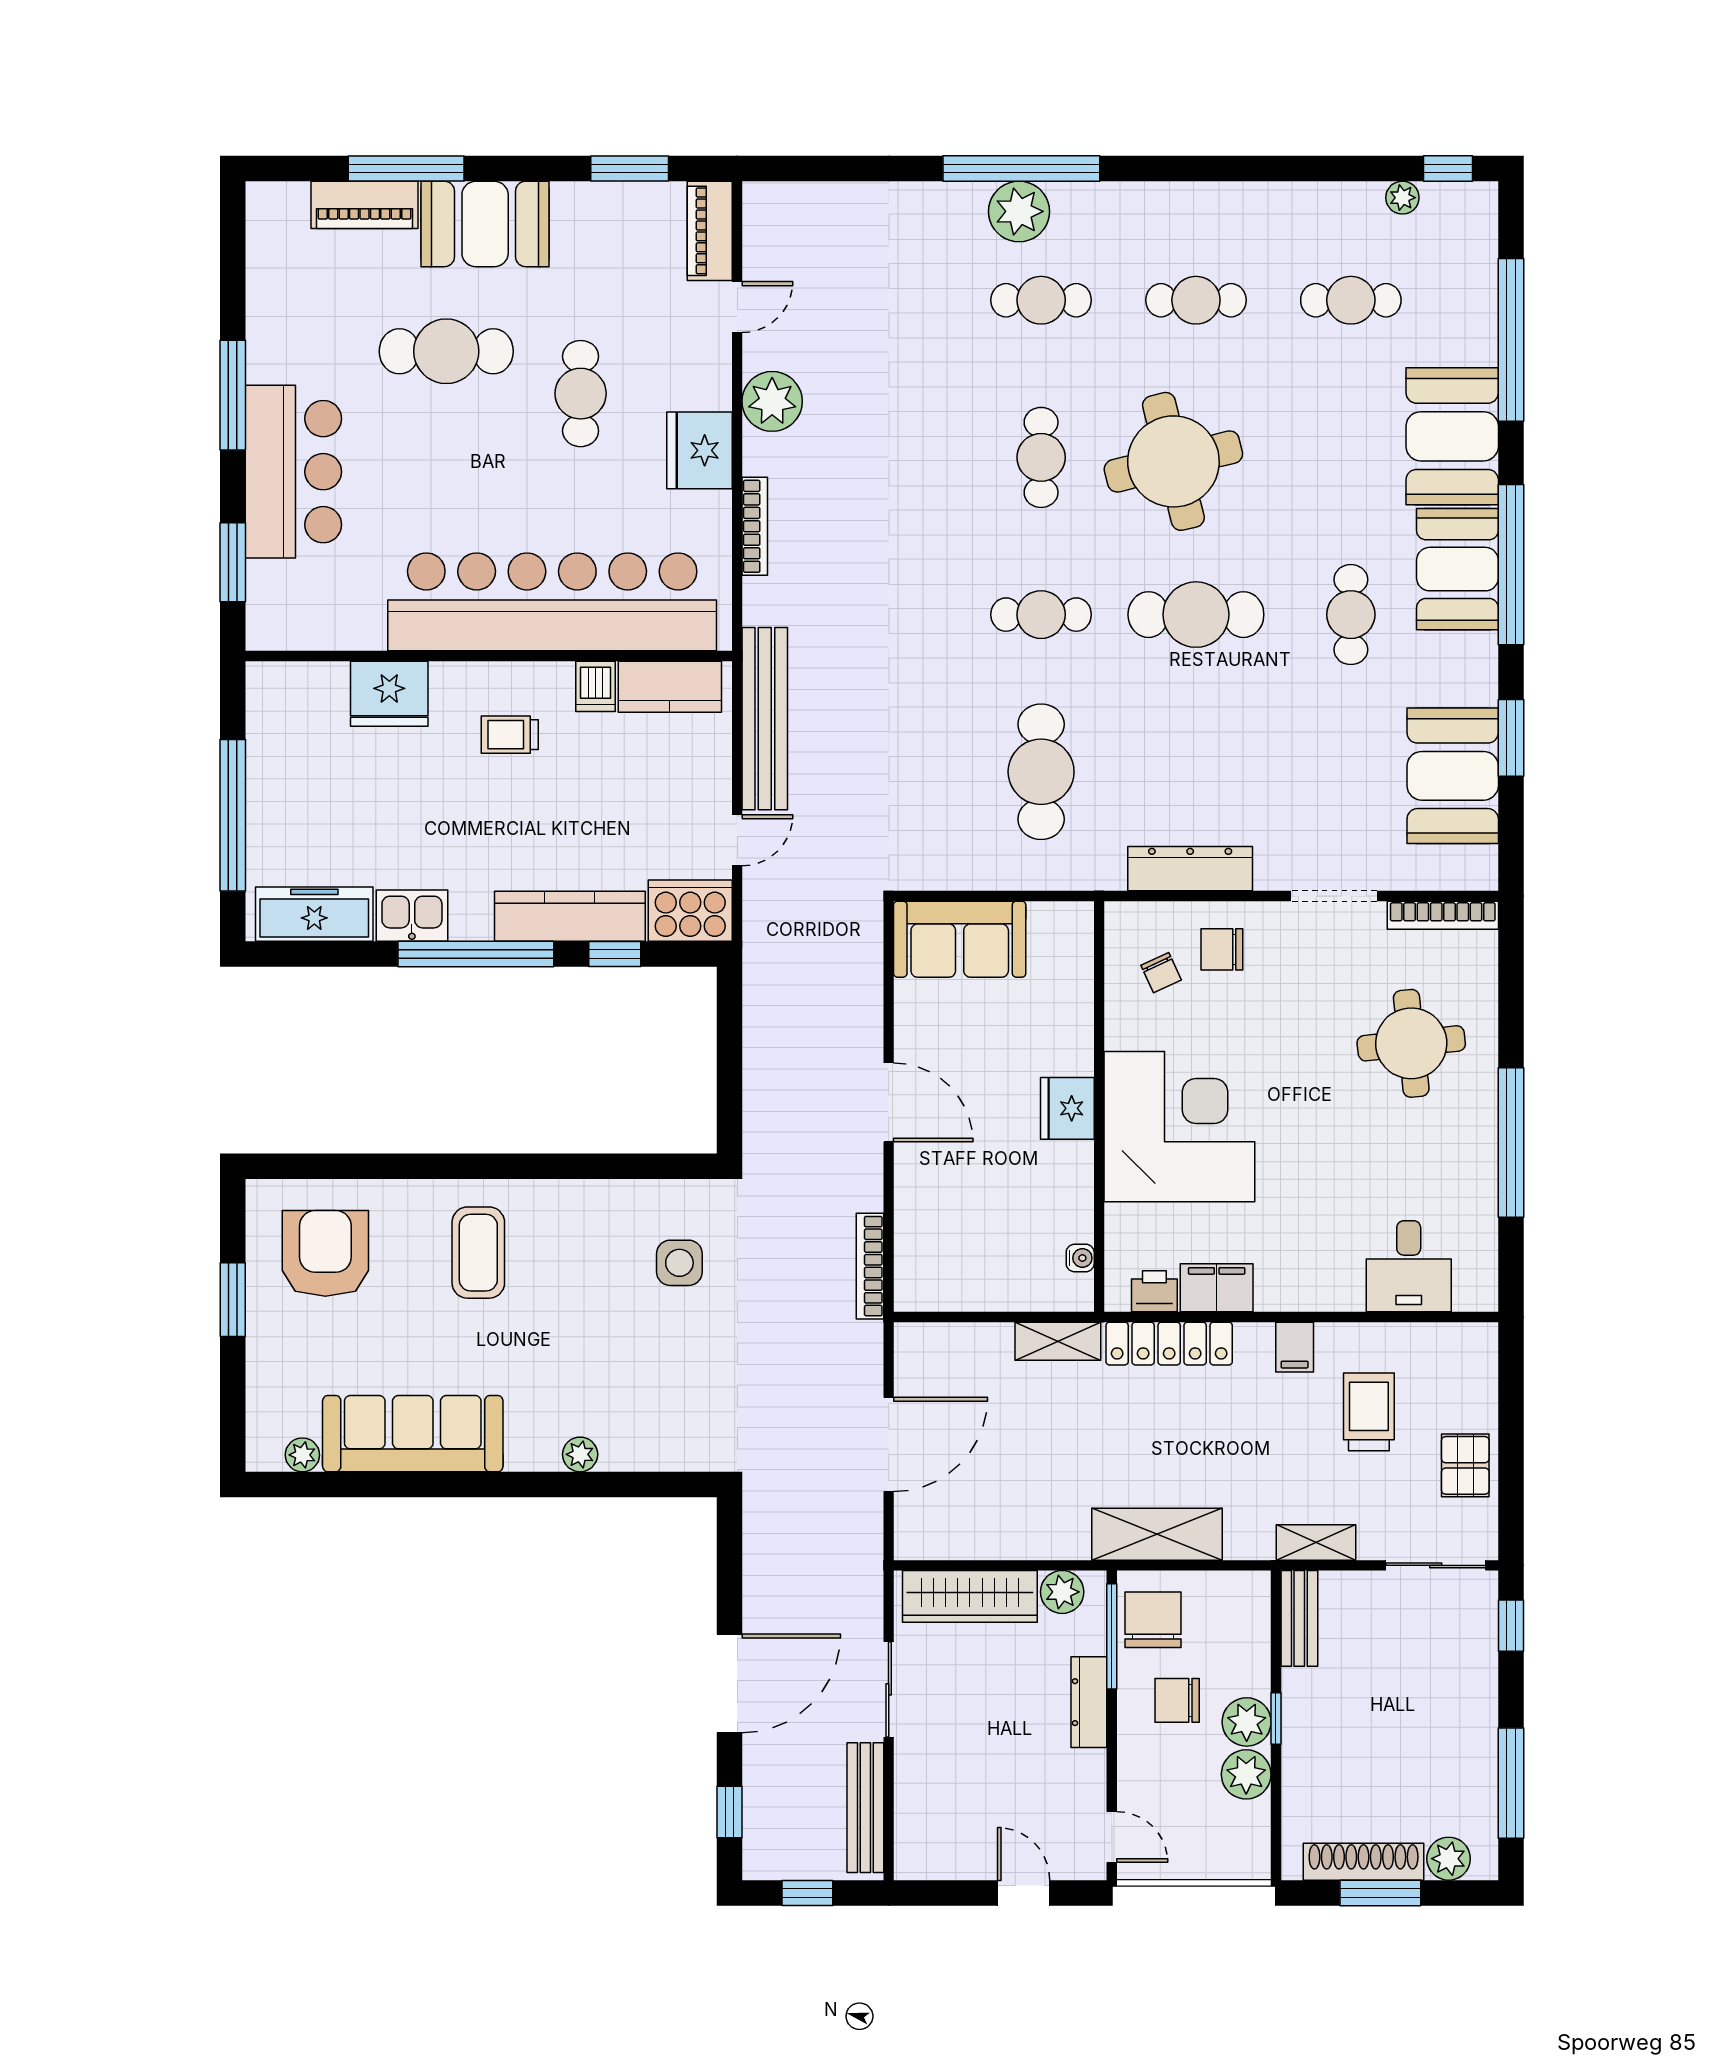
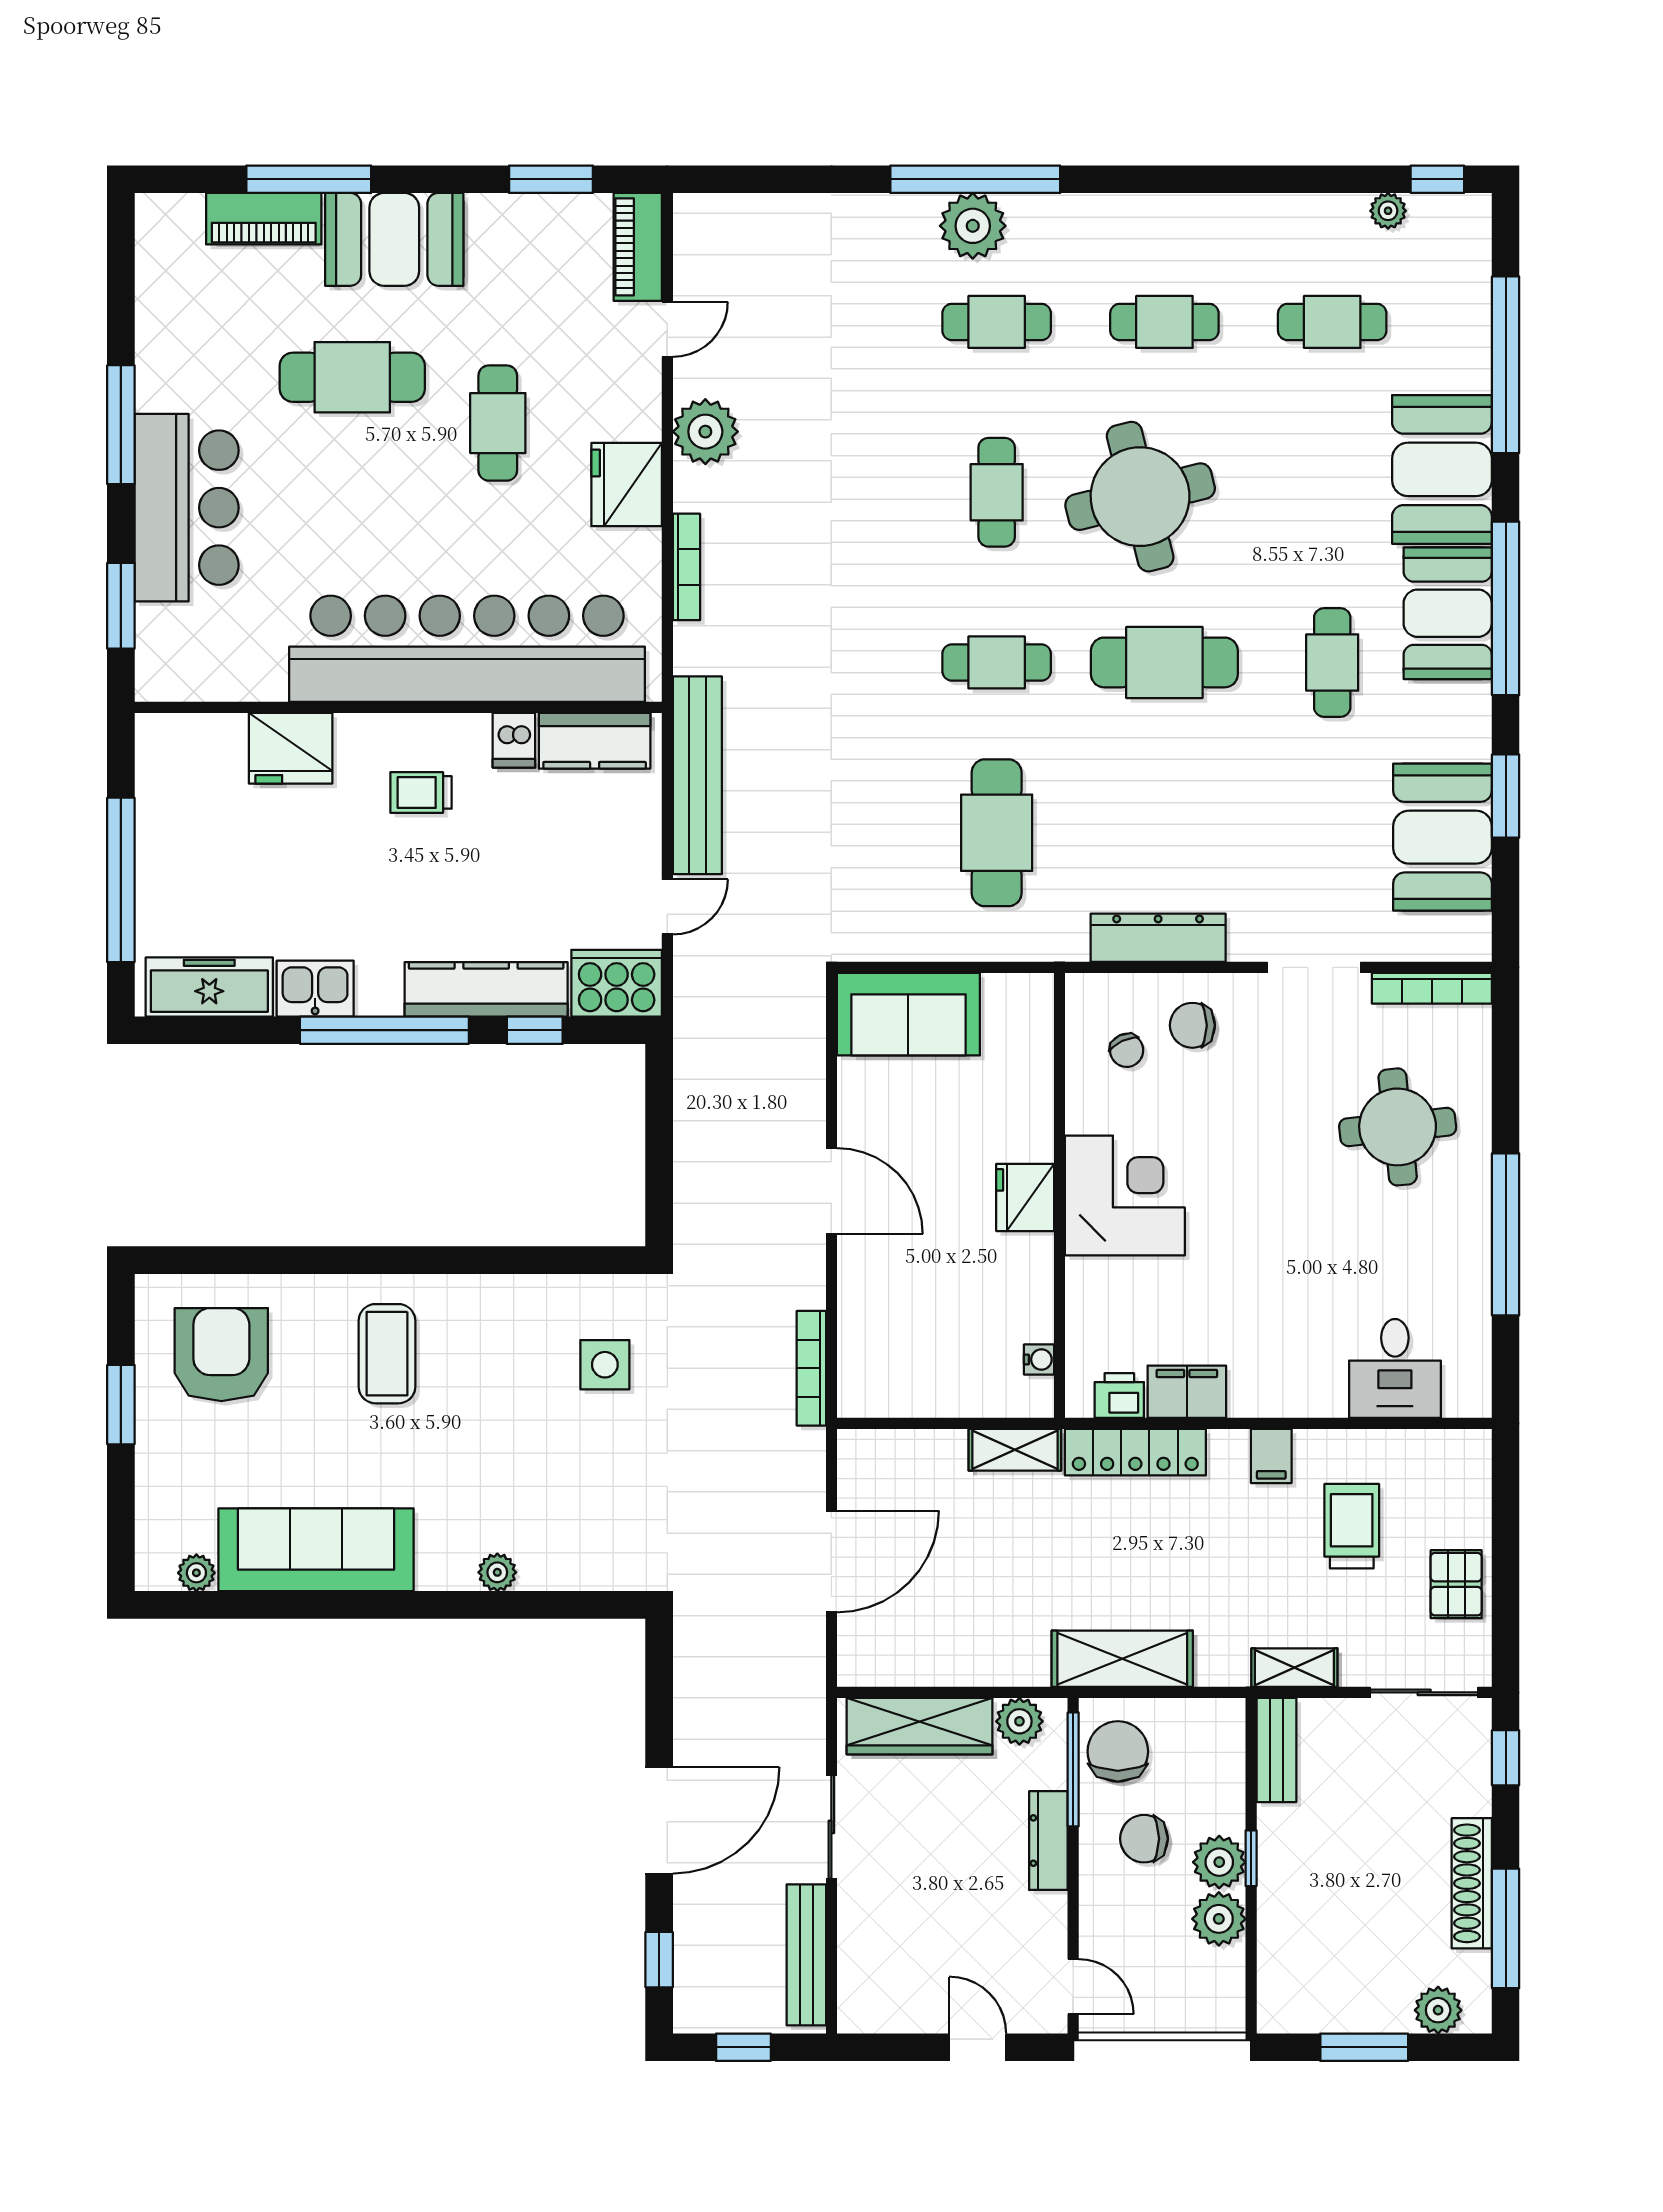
corner desk: (1179, 1127) -> (1125, 1196), width x0.74, depth x0.74
shoe rack: (1364, 1862) -> (1472, 1883), moved, turned -90

